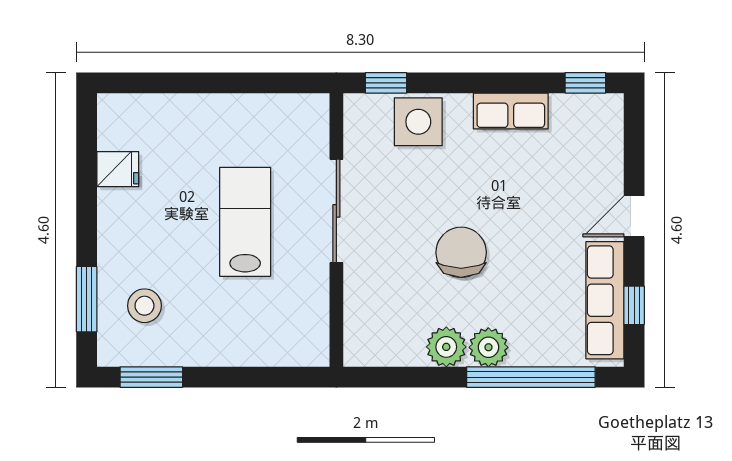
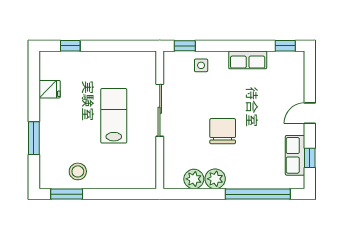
window: (159, 83) -> (70, 46), added
side table: (418, 122) -> (201, 65), width x0.54, depth x0.54
window: (87, 299) -> (34, 138), moved
row of seats: (605, 300) -> (295, 155), width x0.68
stool: (144, 306) -> (78, 171), moved
plant: (488, 347) -> (194, 179), moved

